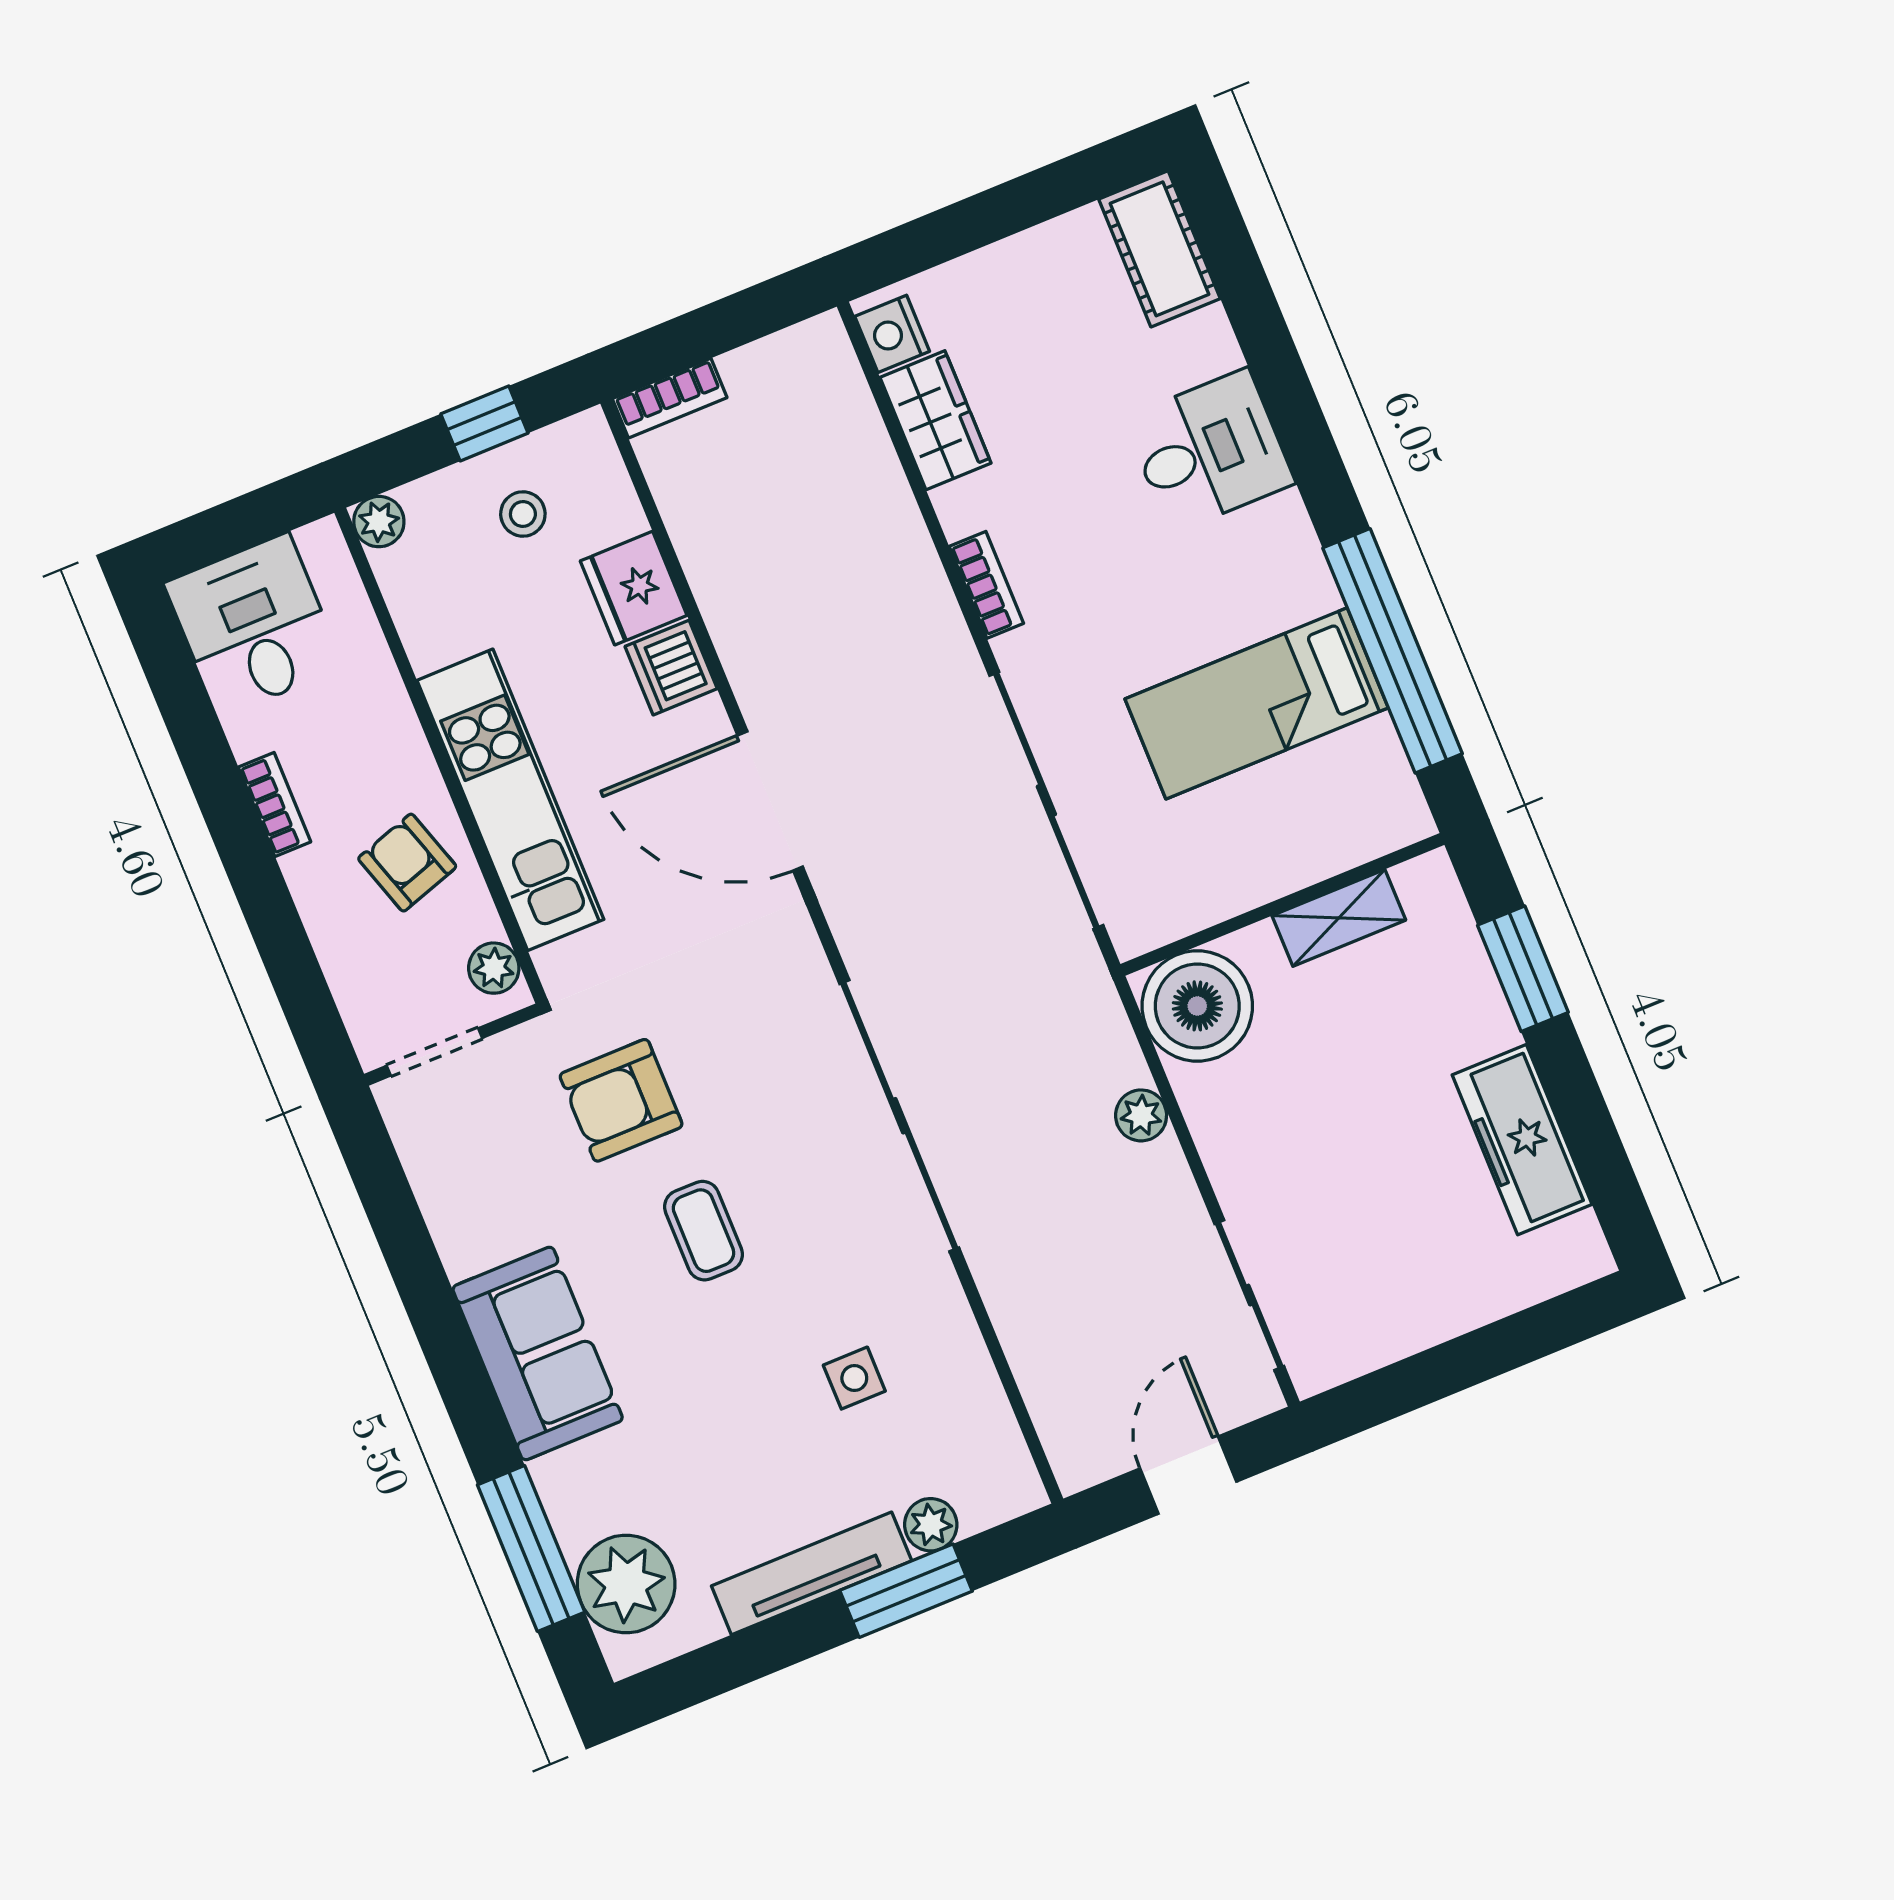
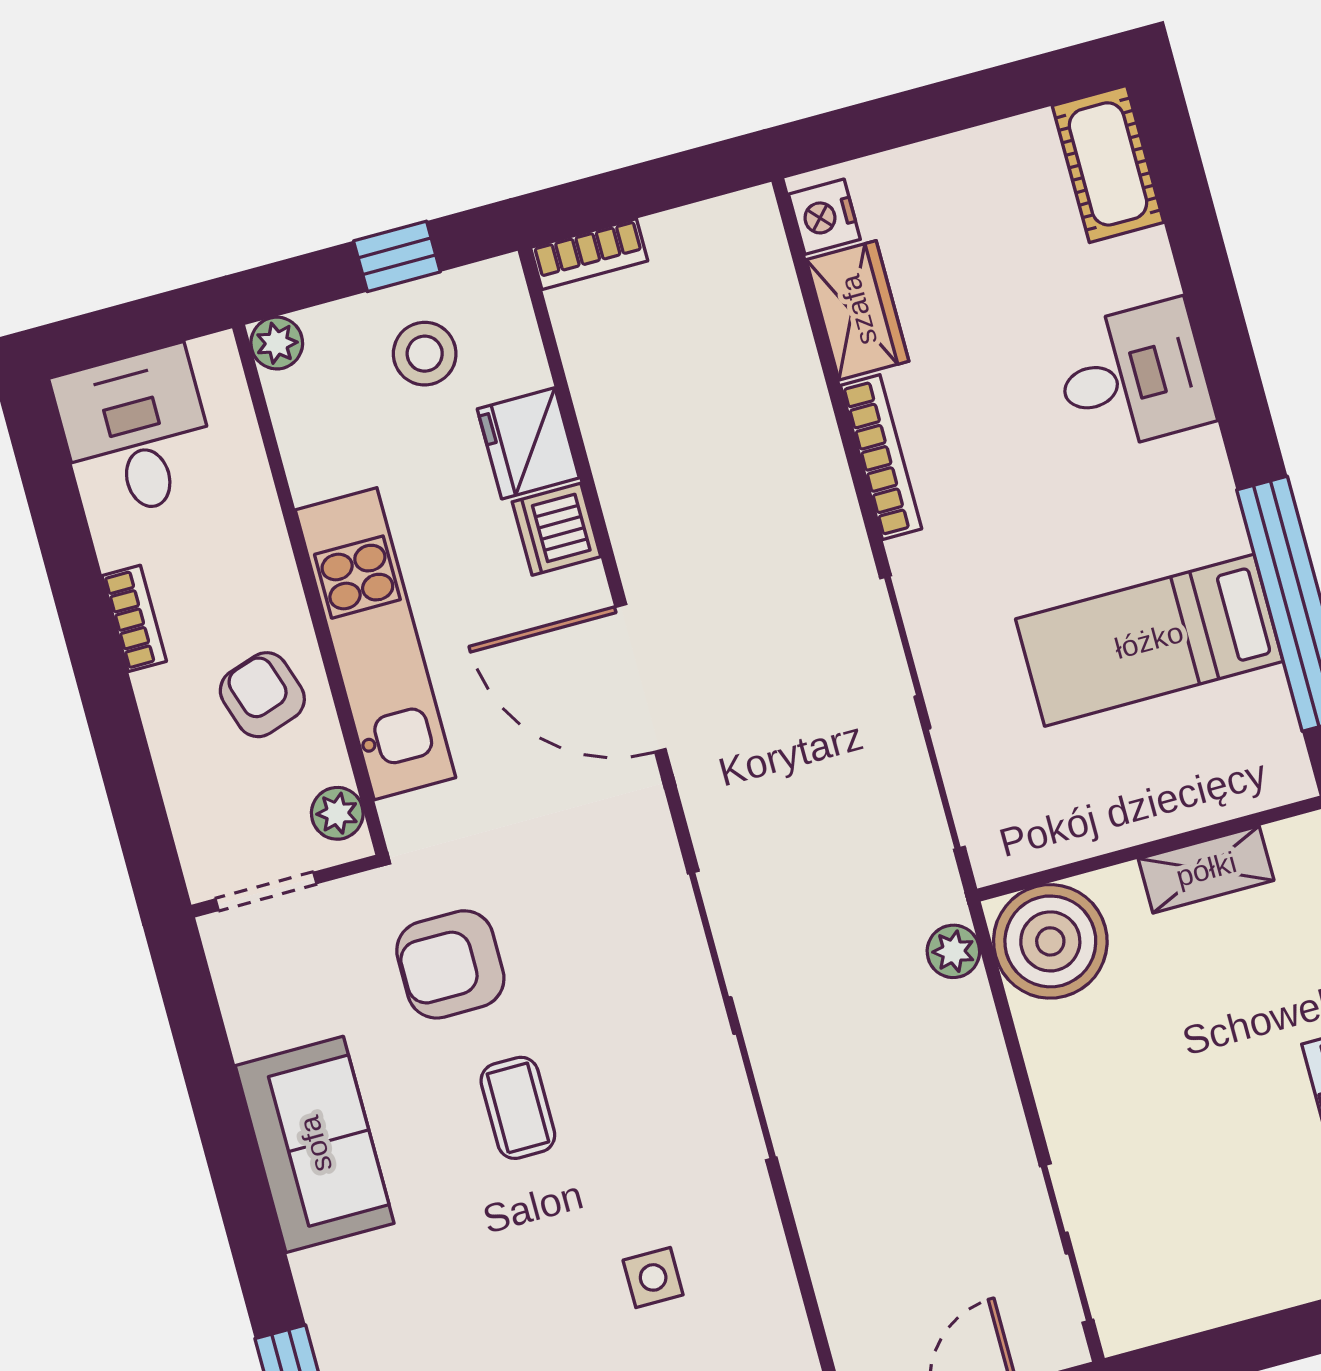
stool: (523, 514) -> (425, 354), width x1.37, depth x1.37
bookcase: (986, 585) -> (881, 457), width x1.56
plant: (1141, 1115) -> (953, 951), moved
sofa: (538, 1353) -> (315, 1144), moved

